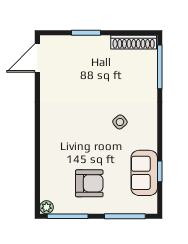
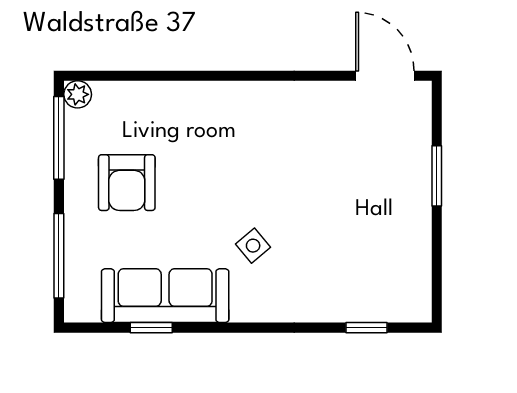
shoe rack: (134, 42) -> (417, 274), removed
window: (160, 67) -> (367, 328), width x0.46
sofa: (144, 173) -> (165, 296), width x1.36

